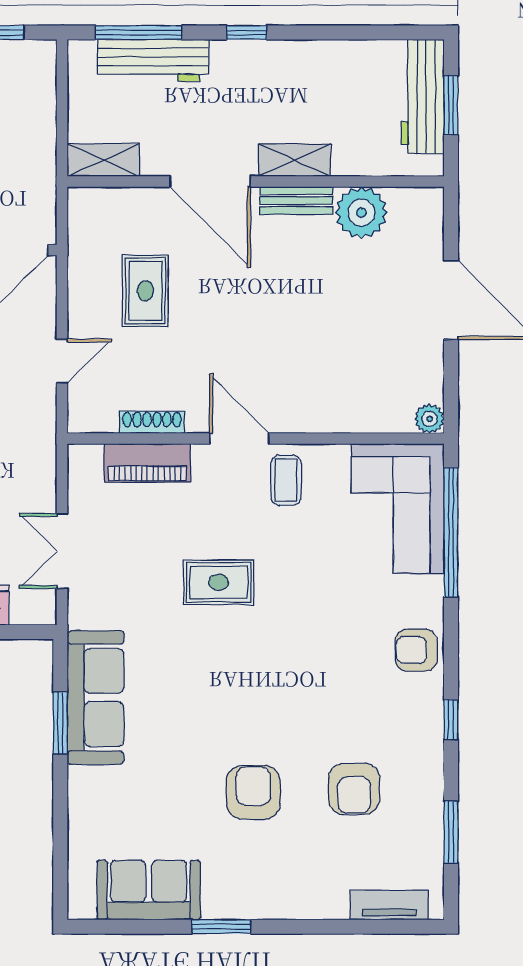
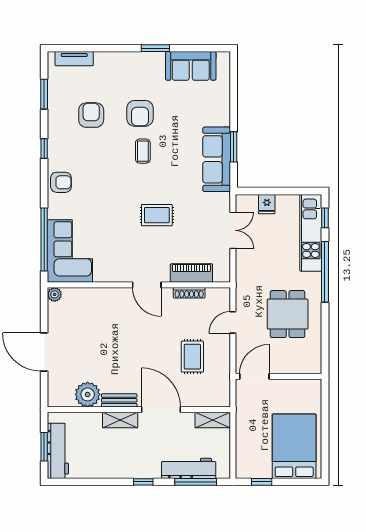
coffee table: (286, 480) -> (143, 151), moved

